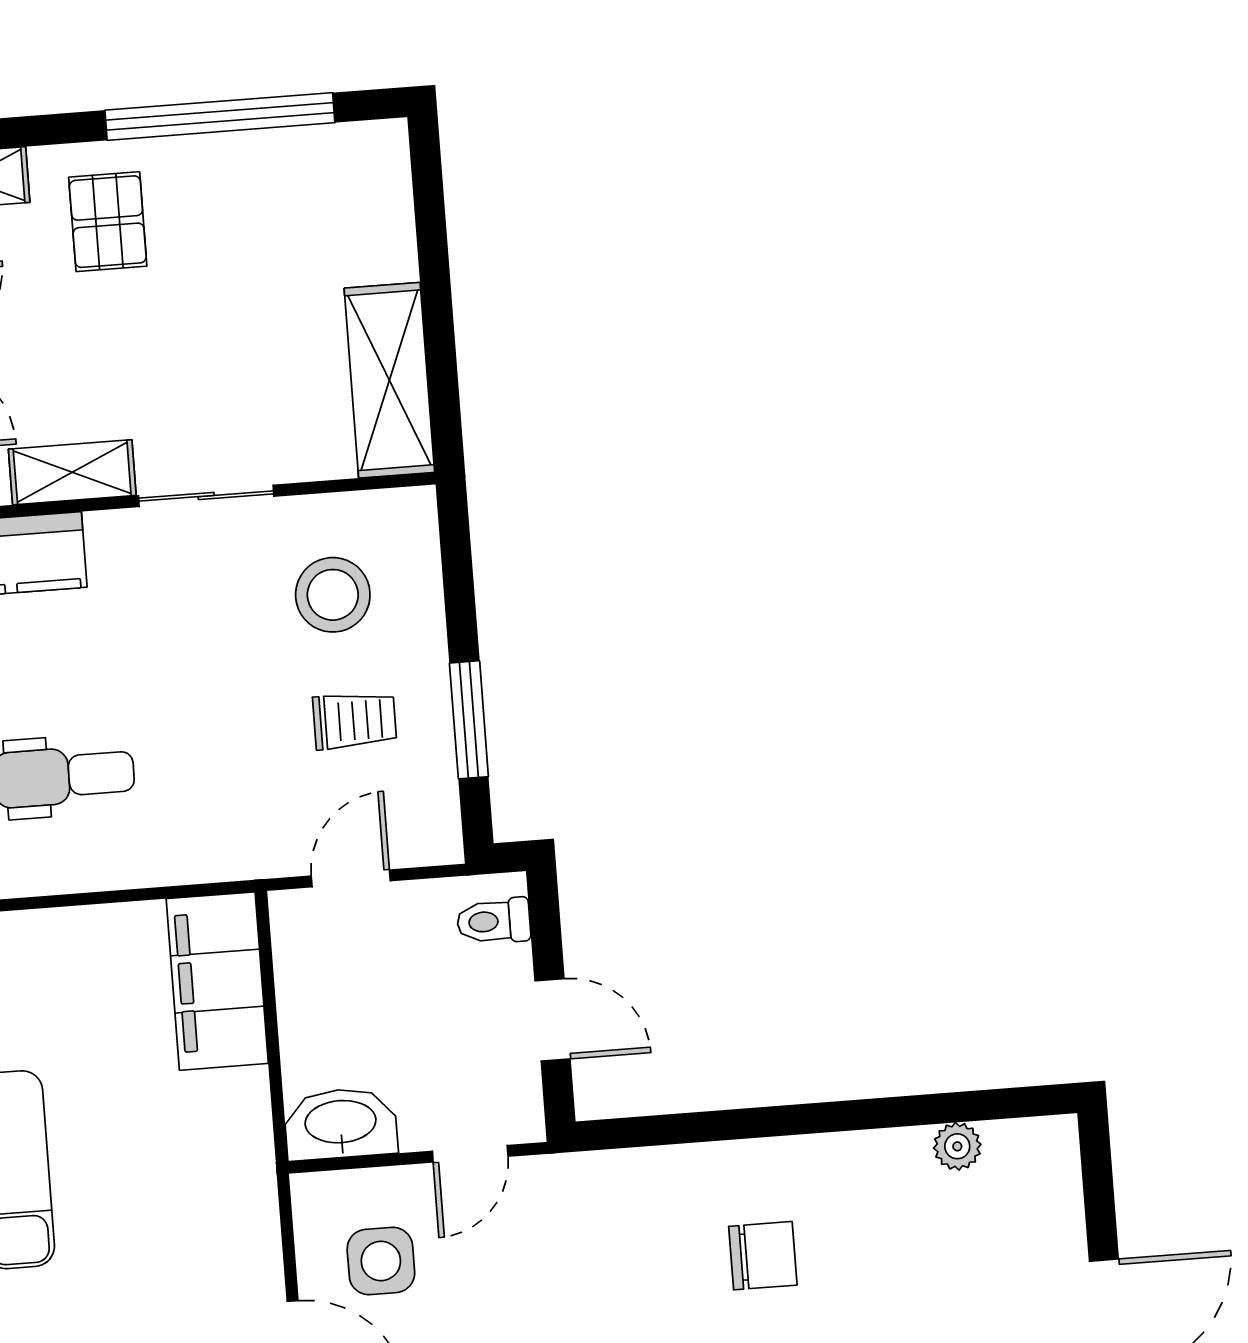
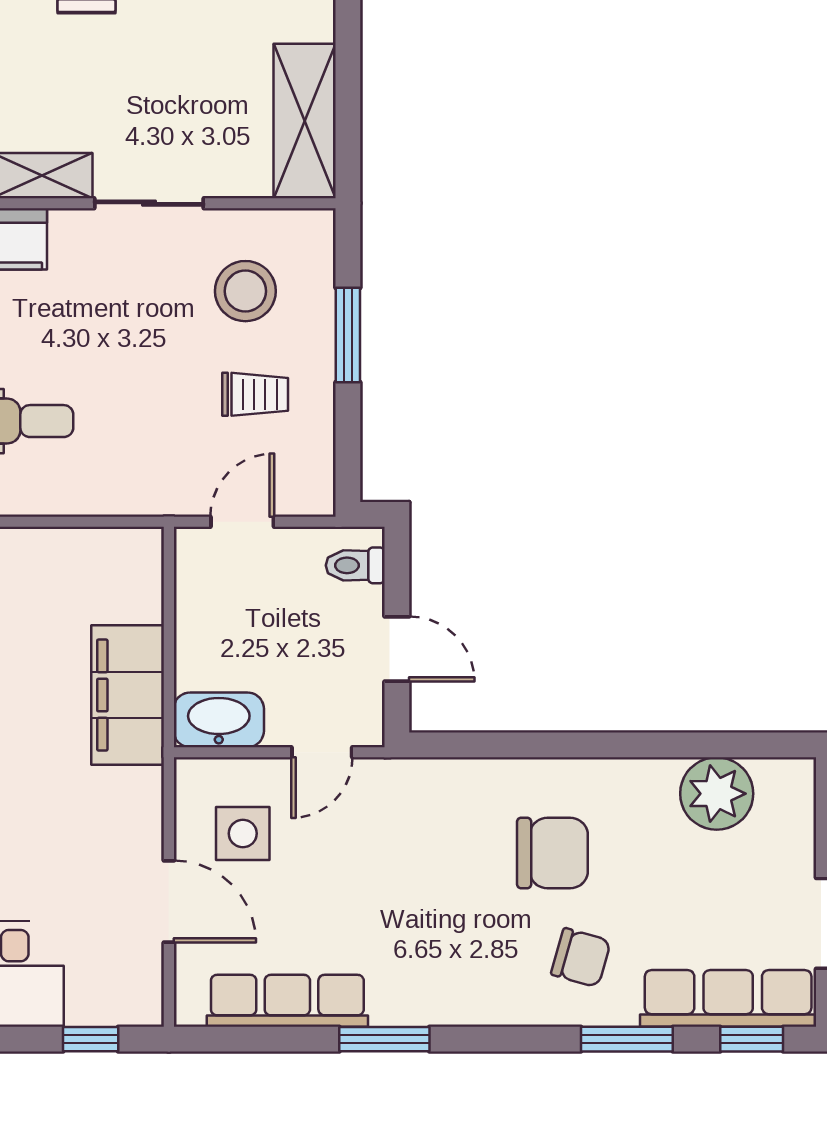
window: (469, 720) -> (348, 335), moved
filing cabinet: (217, 981) -> (128, 695), moved
plant: (957, 1146) -> (717, 794), width x1.88, depth x1.88
chair: (763, 1256) -> (552, 853), width x1.37, depth x1.37

